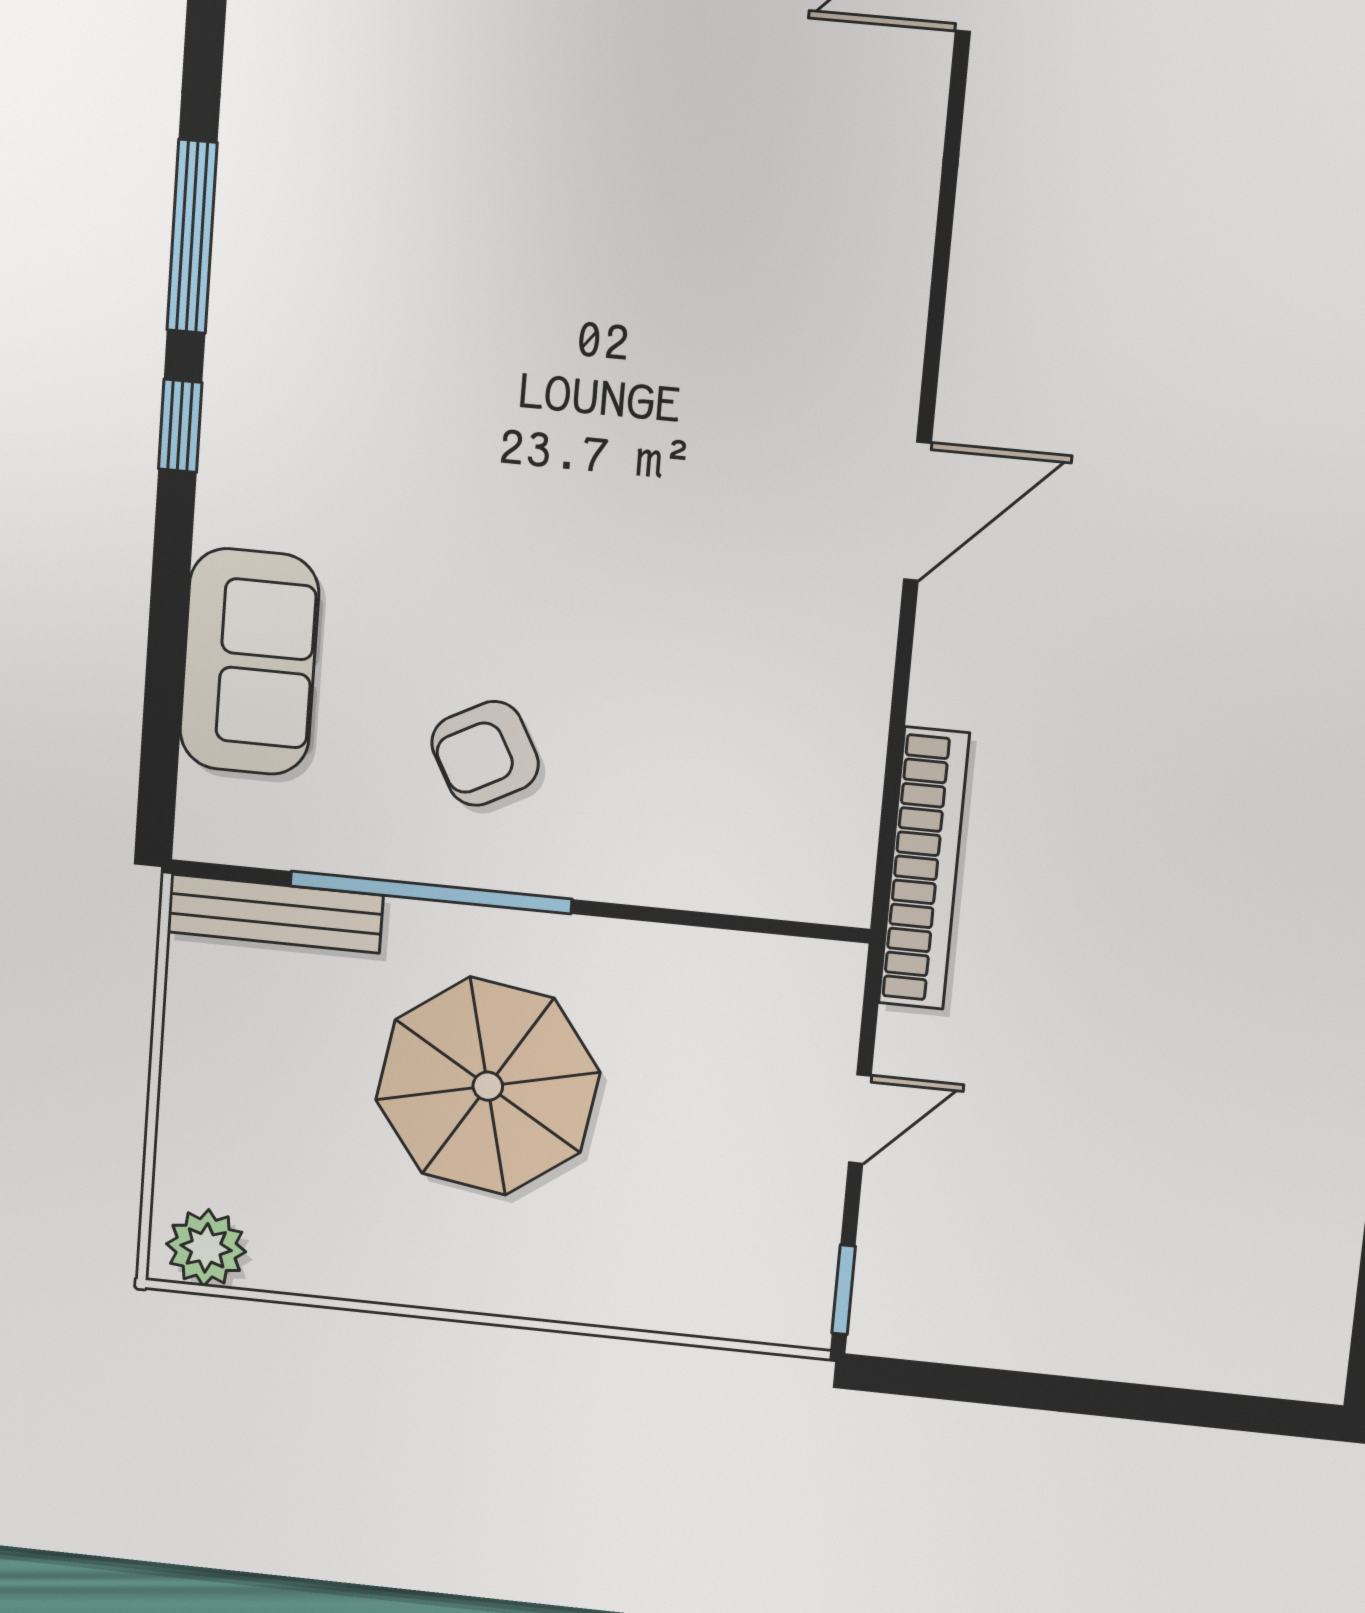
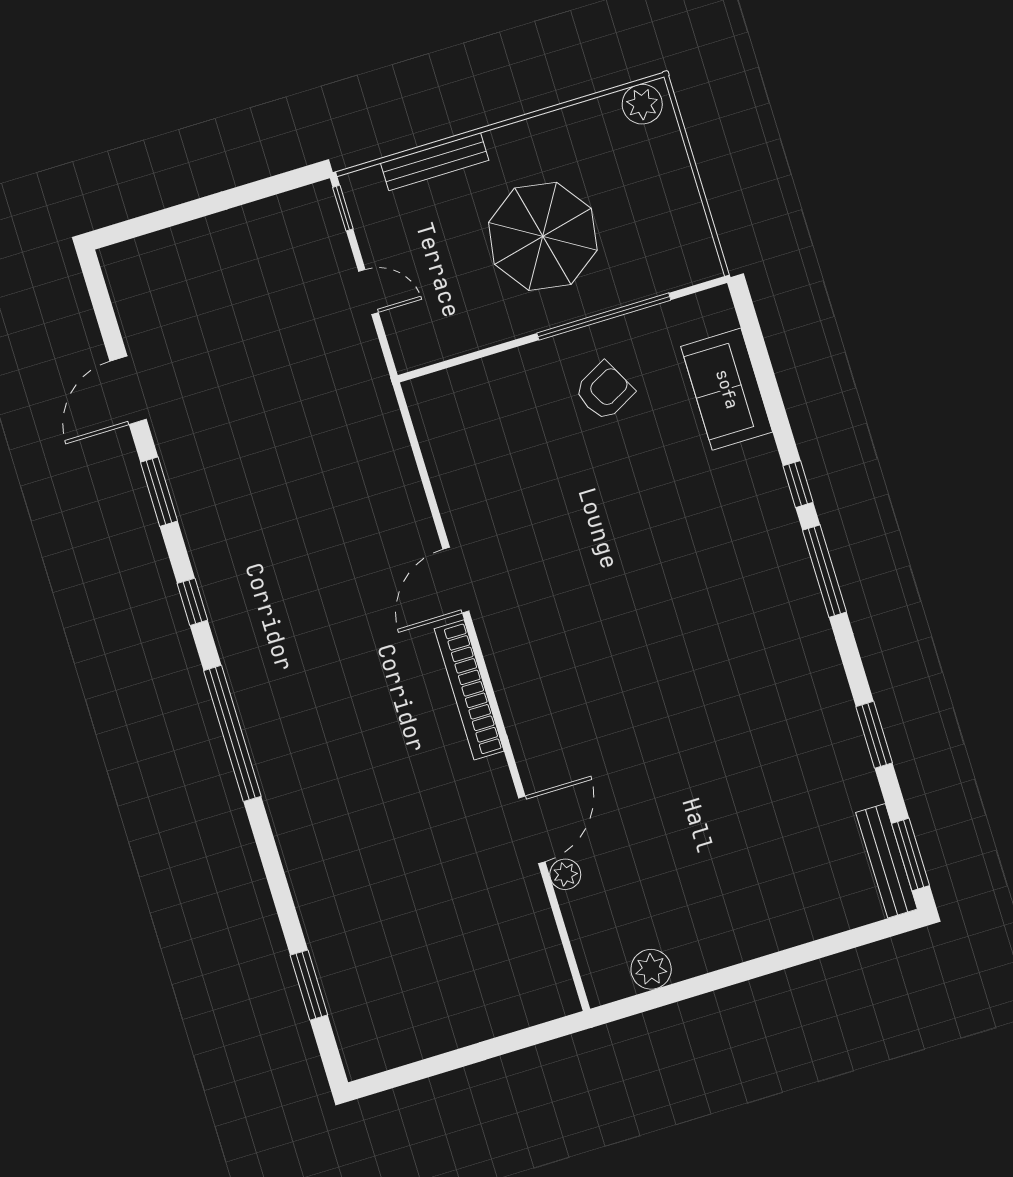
bookcase: (924, 869) -> (469, 690), moved
bench: (275, 914) -> (435, 162), moved
door: (860, 1119) -> (368, 292), swing flipped

